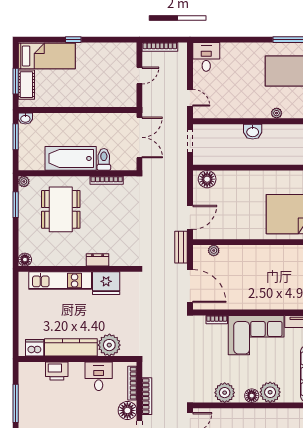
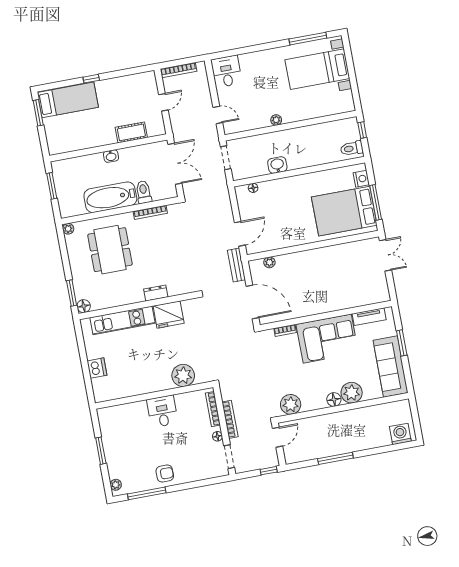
window: (16, 81) -> (38, 113), moved
cot: (26, 85) -> (131, 132), moved, turned 90
plant: (277, 113) -> (276, 120), moved
washbasin: (25, 118) -> (111, 156), moved
washbasin: (253, 132) -> (277, 165), moved, turned 180
floor lamp: (207, 179) -> (253, 188), width x0.53, depth x0.53
window: (16, 205) -> (72, 293), moved
kitchen counter: (71, 347) -> (145, 385), removed
dishwasher: (35, 348) -> (97, 368), moved, turned 90
printer: (57, 371) -> (136, 411), removed
desk: (99, 376) -> (162, 411), moved
plant: (225, 393) -> (291, 404), moved
window: (16, 403) -> (101, 451), width x0.69
floor lamp: (127, 410) -> (217, 436), width x0.53, depth x0.53

